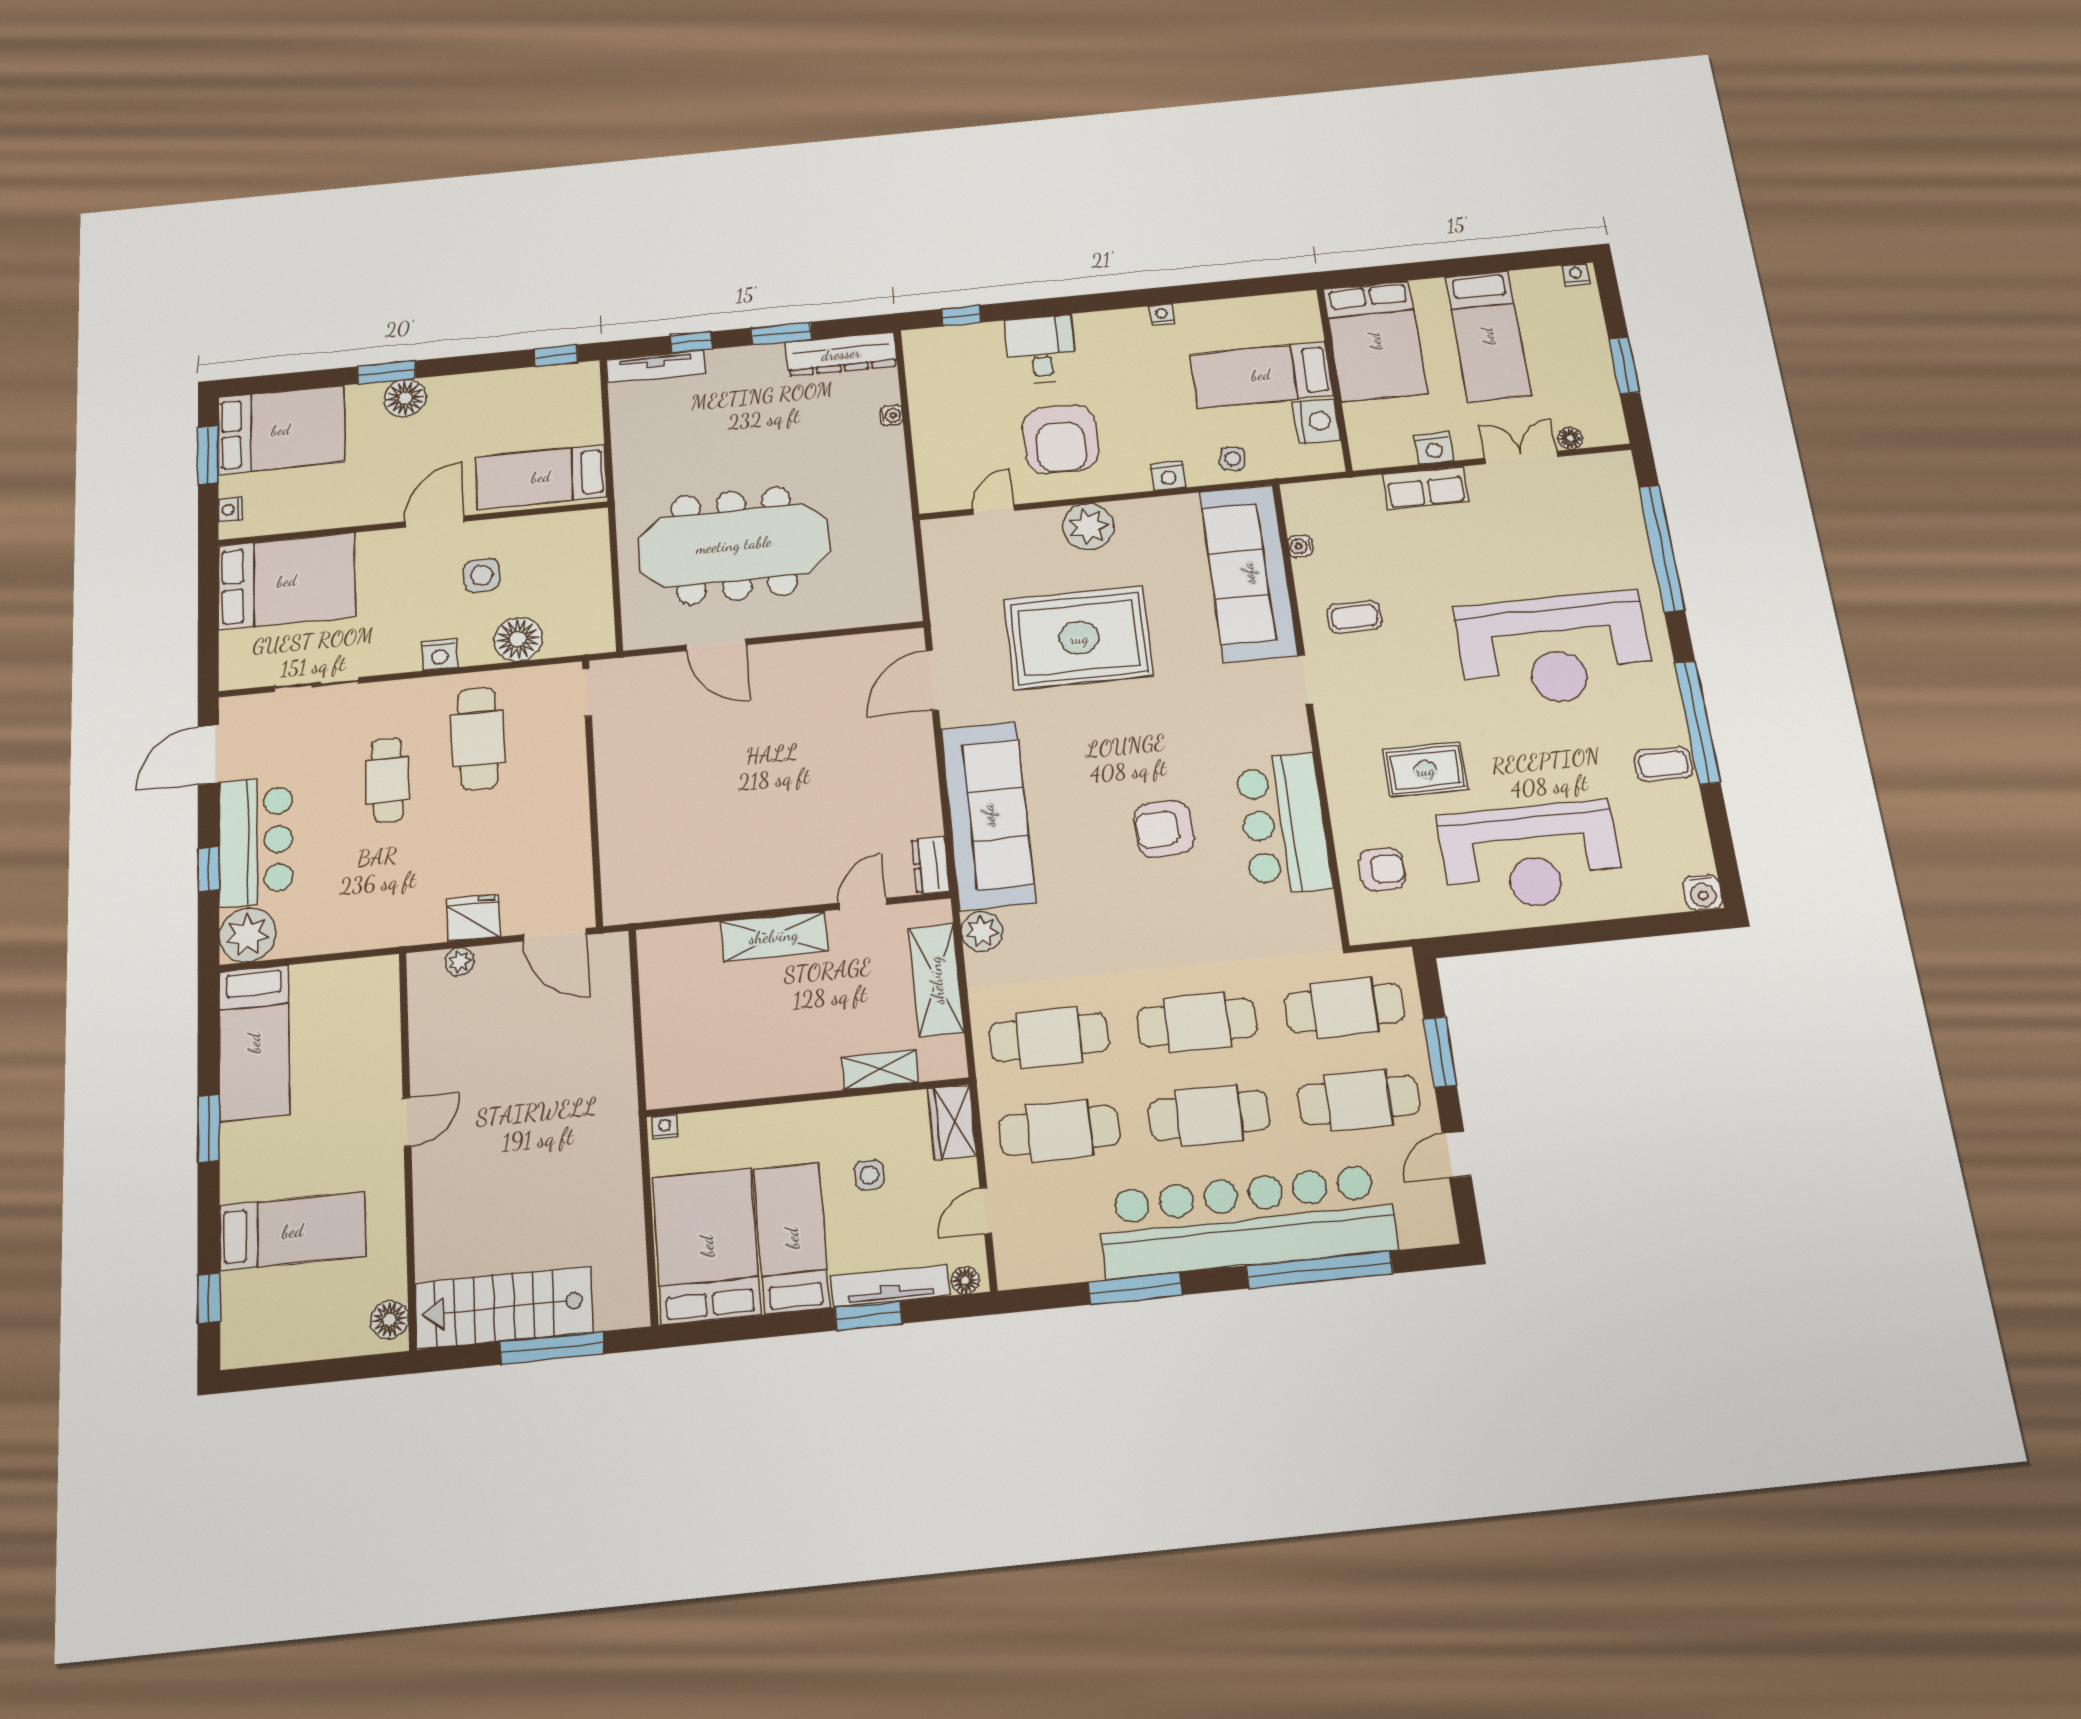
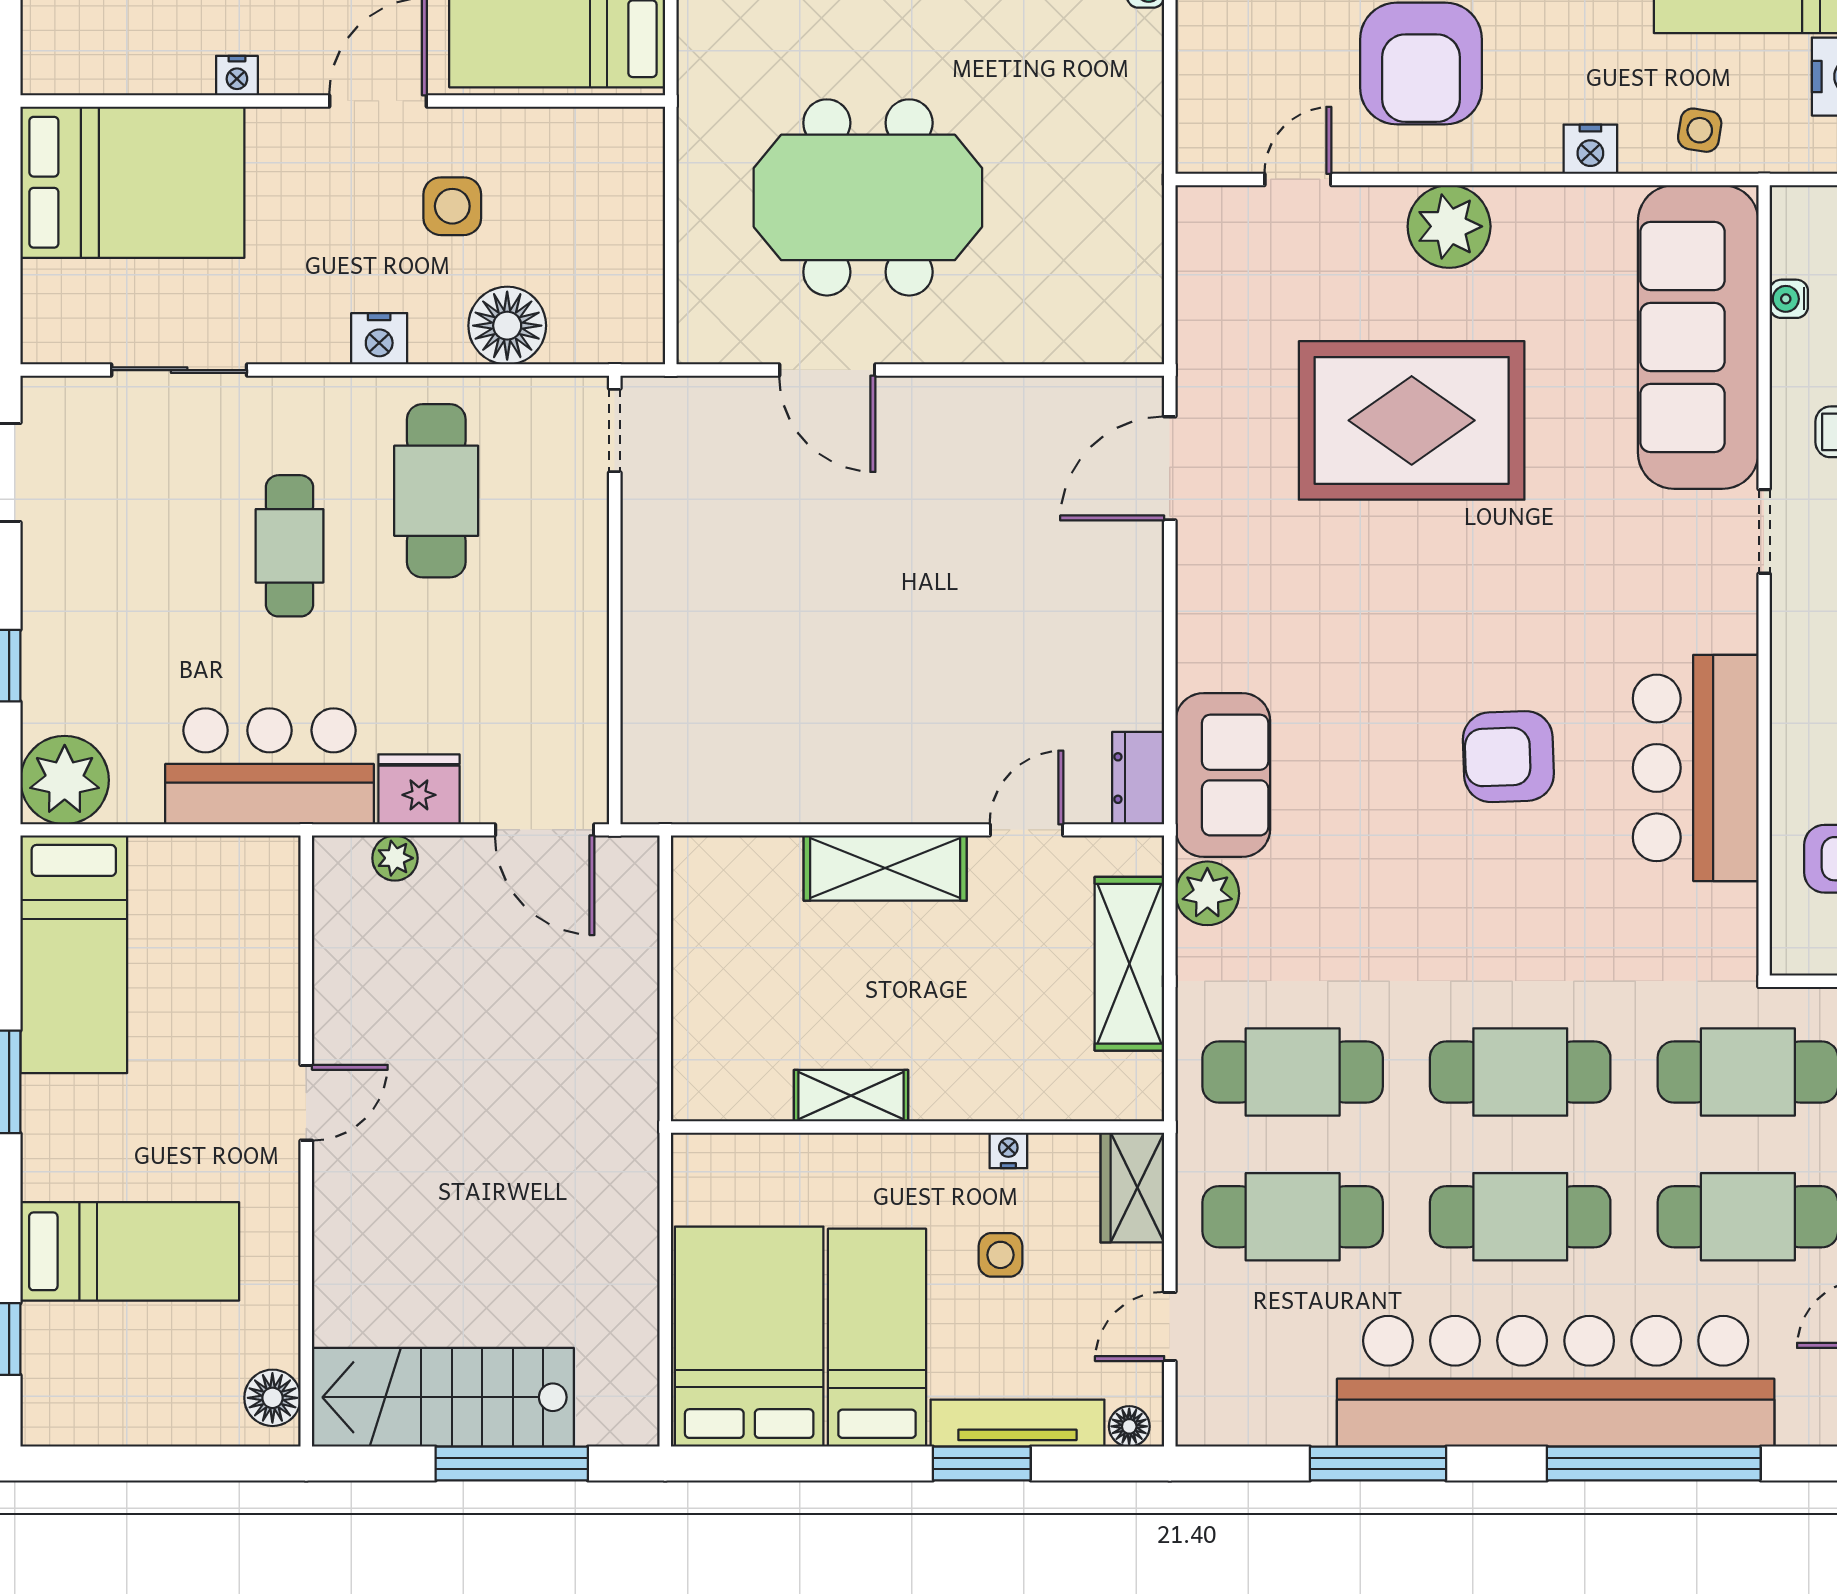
nightstand: (230, 510) -> (237, 76), moved, turned -90
meeting table: (734, 545) -> (868, 197), width x0.73
sofa: (988, 815) -> (1223, 775), width x0.54, depth x0.79
bar counter: (256, 841) -> (270, 766), moved, turned -90
shelving: (880, 1070) -> (851, 1096), moved
nightstand: (665, 1127) -> (1008, 1150), moved

